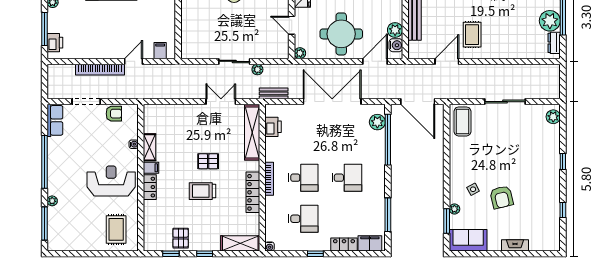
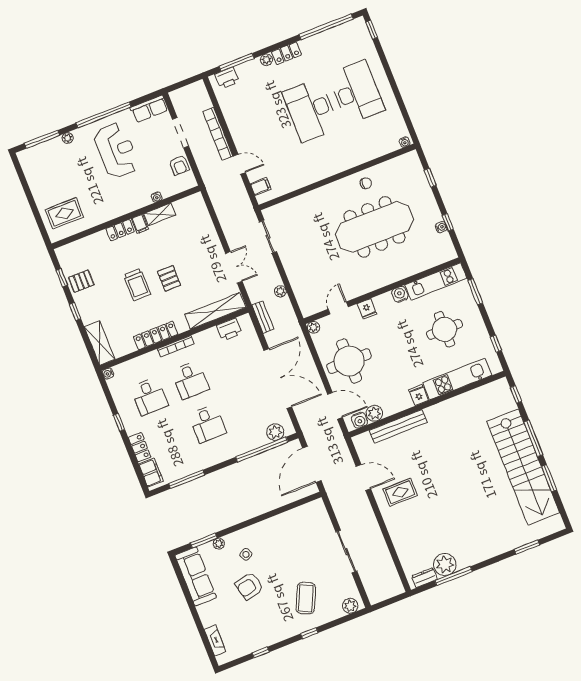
sliding door: (234, 61) -> (268, 237), moved
coffee table: (462, 121) -> (306, 598), moved, turned -65
reception desk: (111, 181) -> (116, 150), moved
trolley: (203, 191) -> (137, 285), turned 180
sofa: (468, 240) -> (196, 576), width x1.36
fireplace: (515, 245) -> (215, 640), moved

